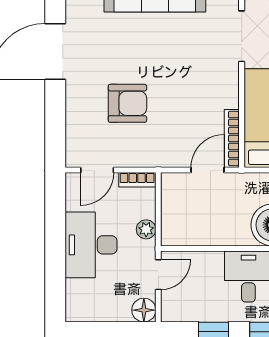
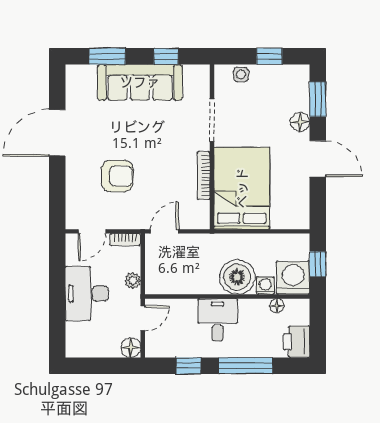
bookcase: (232, 139) -> (204, 176), moved
door: (208, 170) -> (164, 231), moved

